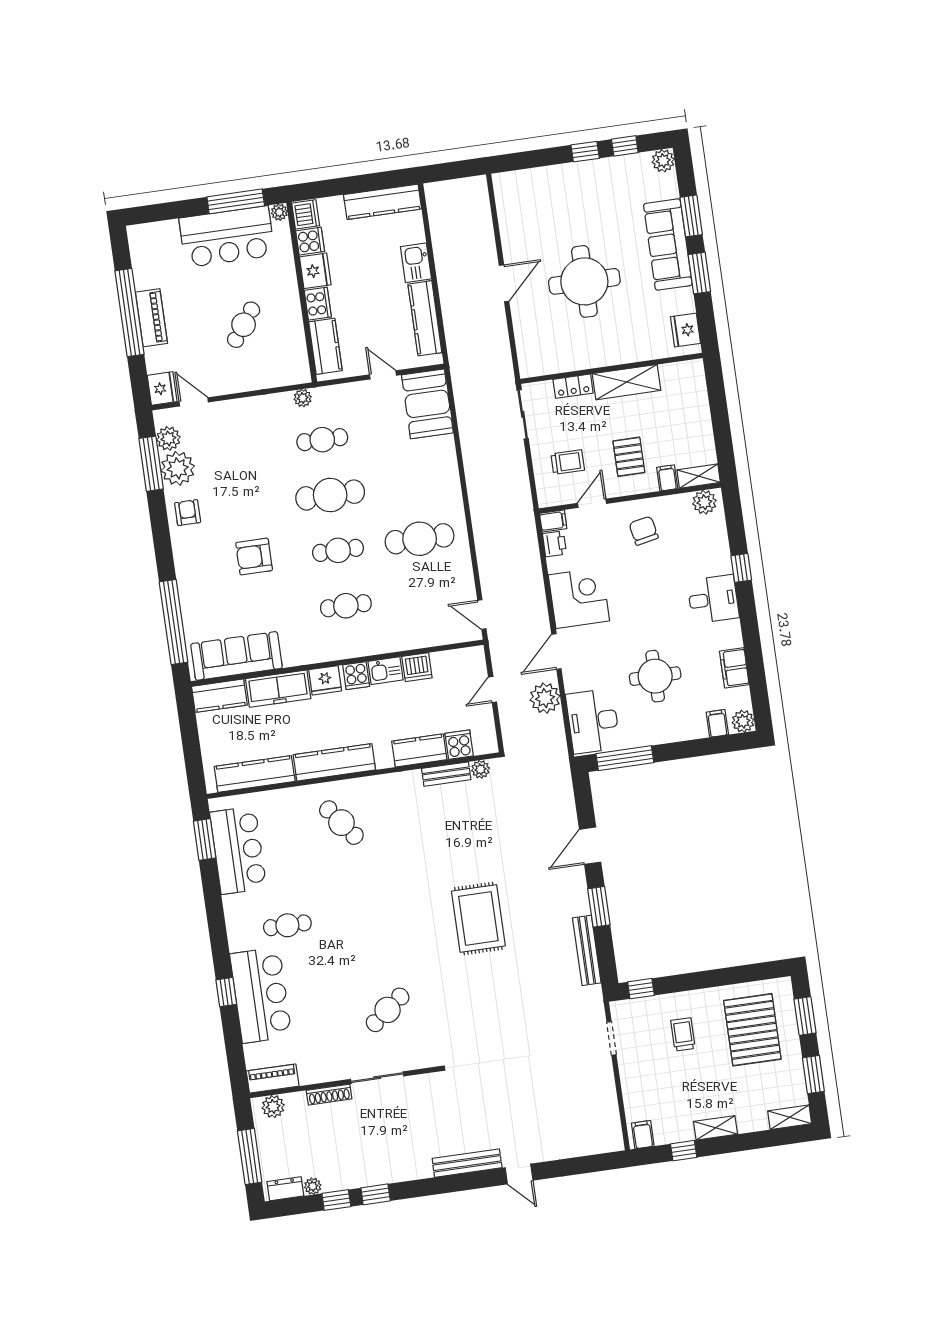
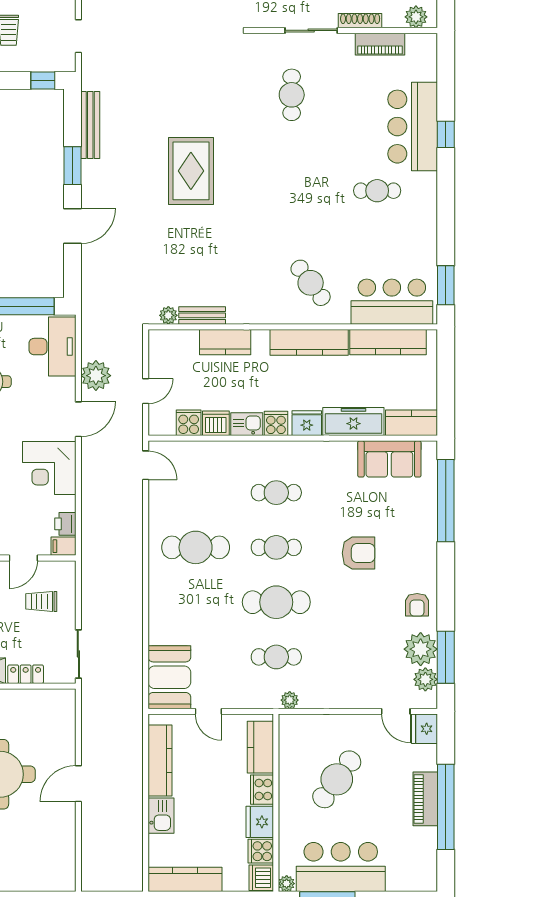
cafe table: (244, 325) -> (337, 779), width x1.37, depth x1.35
sofa: (236, 656) -> (389, 459), width x0.73
cooker: (459, 745) -> (189, 423), moved, turned 180
bar counter: (238, 850) -> (392, 302), moved, turned 90
cafe table: (388, 1010) -> (292, 95), turned -52
piano: (273, 1079) -> (380, 44), moved

